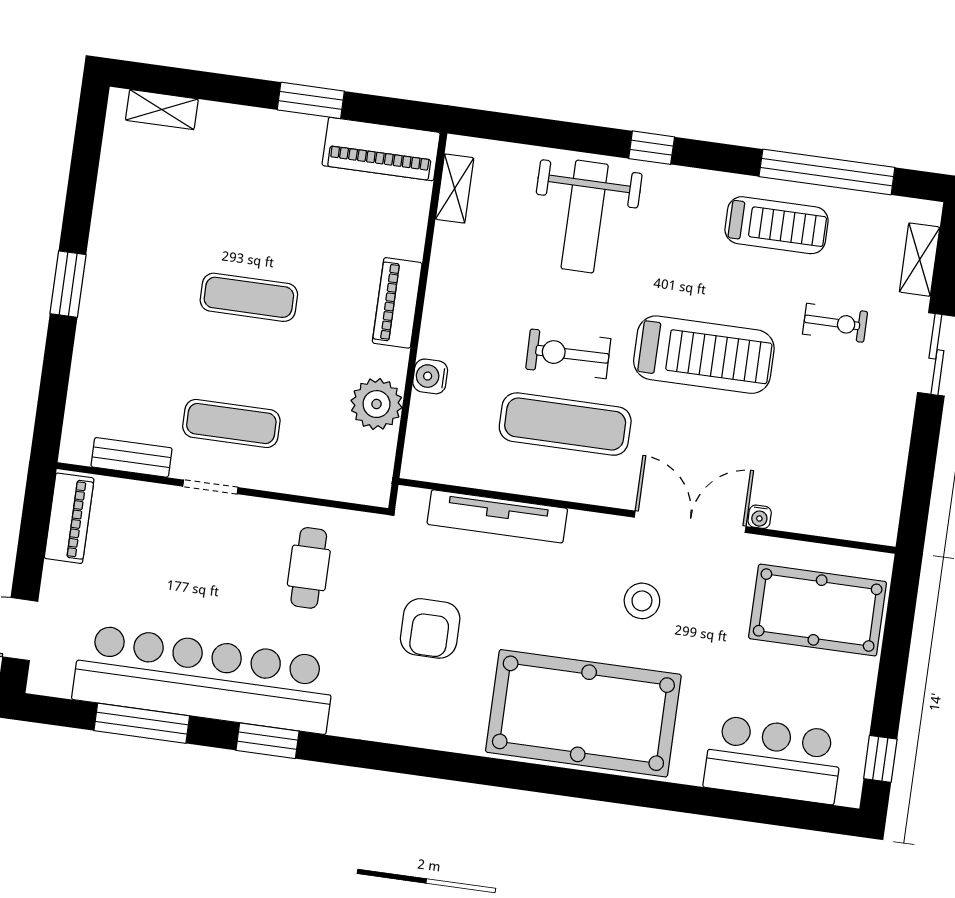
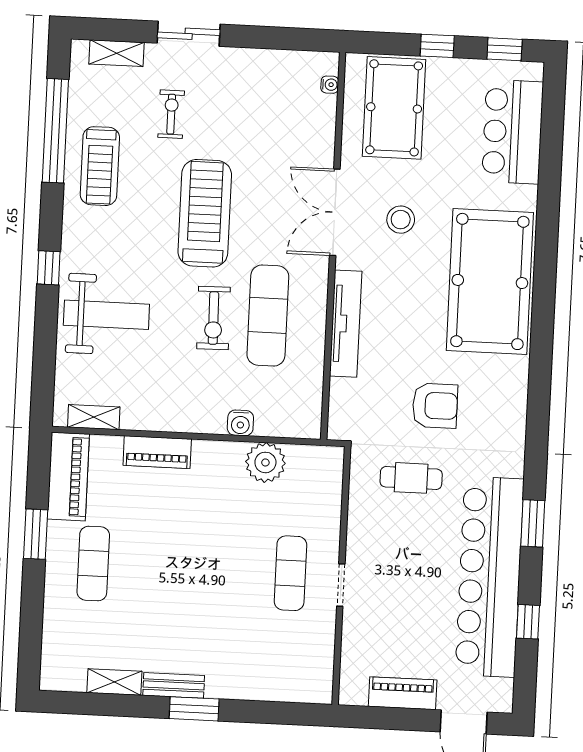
shelving: (162, 110) -> (114, 682), moved, turned 90
treadmill: (777, 225) -> (100, 166), turned 180
exercise mat: (249, 297) -> (93, 564), moved
piano: (397, 303) -> (157, 452), moved
bench: (132, 457) -> (174, 685), moved, turned 90
tv unit: (497, 516) -> (346, 324), moved
water cooler: (760, 517) -> (330, 85), moved
piano: (69, 518) -> (403, 693), moved
cafe table: (309, 568) -> (411, 478), moved
stool: (642, 601) -> (401, 220), moved
window: (892, 673) -> (437, 46), added
window: (142, 723) -> (528, 622), width x0.46

